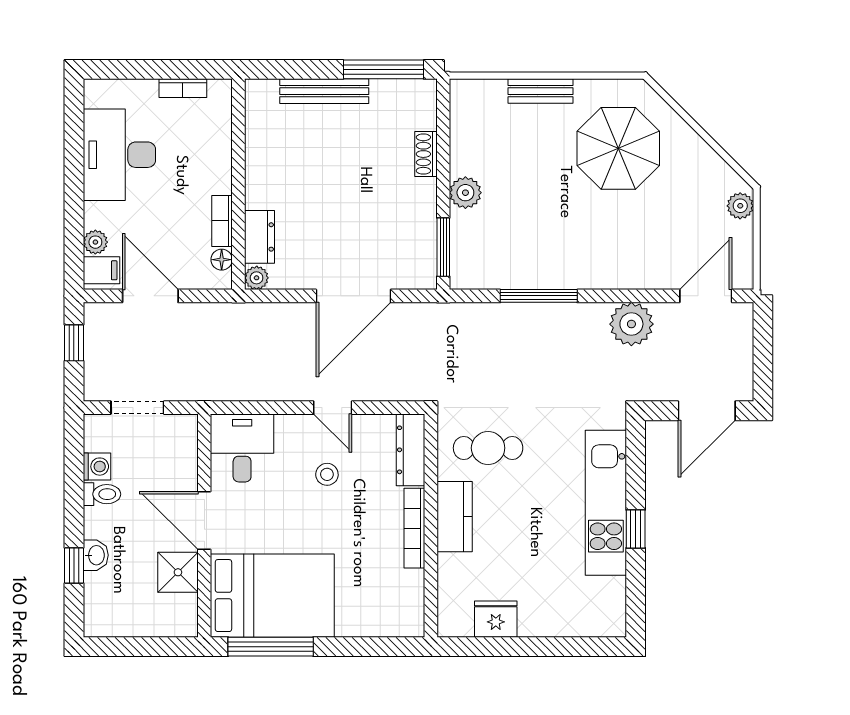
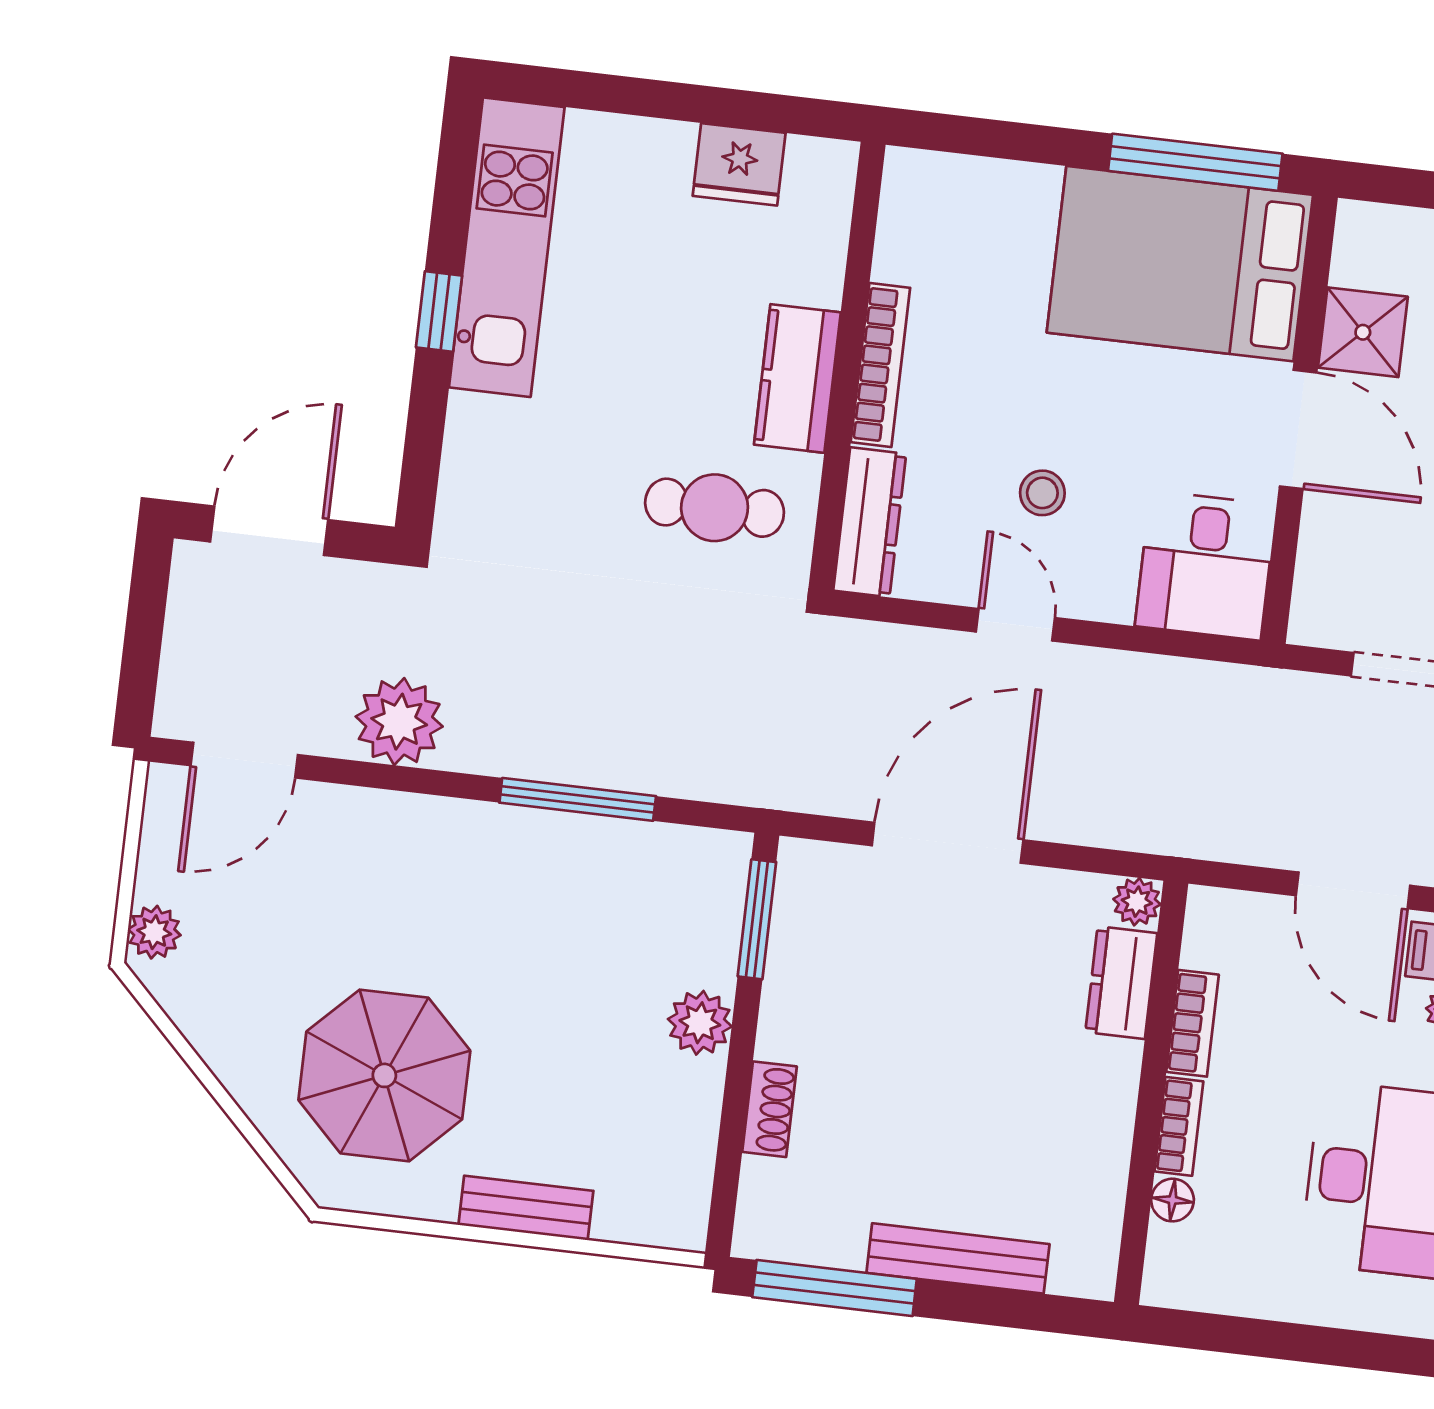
bookcase: (183, 88) -> (1179, 1126), moved, turned 90
floor lamp: (222, 260) -> (1172, 1200), moved
kitchen unit: (606, 503) -> (507, 247), moved

